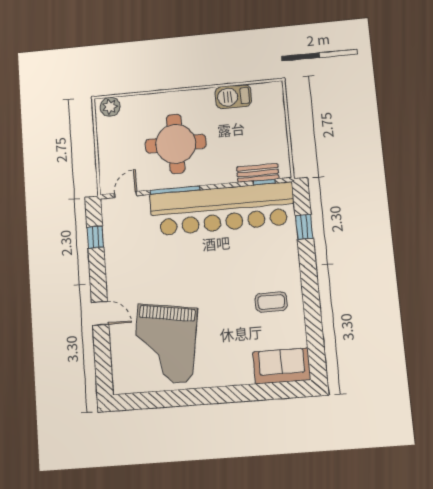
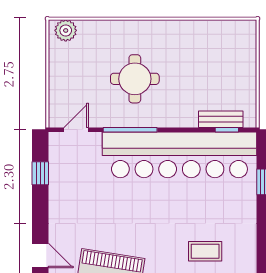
barbecue: (233, 97) -> (202, 32), removed
round table: (176, 144) -> (135, 79), width x0.73, depth x0.73
coffee table: (271, 302) -> (205, 251), moved

